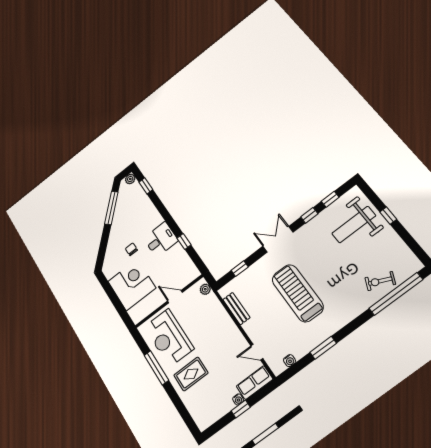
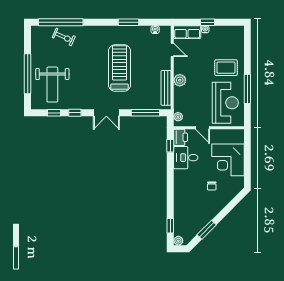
window: (111, 208) -> (207, 230), width x0.69
window: (388, 216) -> (28, 74), width x3.17
weight bench: (354, 225) -> (52, 85), turned 90
desk: (161, 239) -> (186, 158), moved
window: (184, 241) -> (170, 146), moved
window: (240, 269) -> (145, 113), width x2.17
printer: (190, 271) -> (180, 137), added
treadmill: (298, 293) -> (119, 68), turned 180
bench: (236, 309) -> (166, 88), width x1.36
plant: (228, 327) -> (180, 80), added

